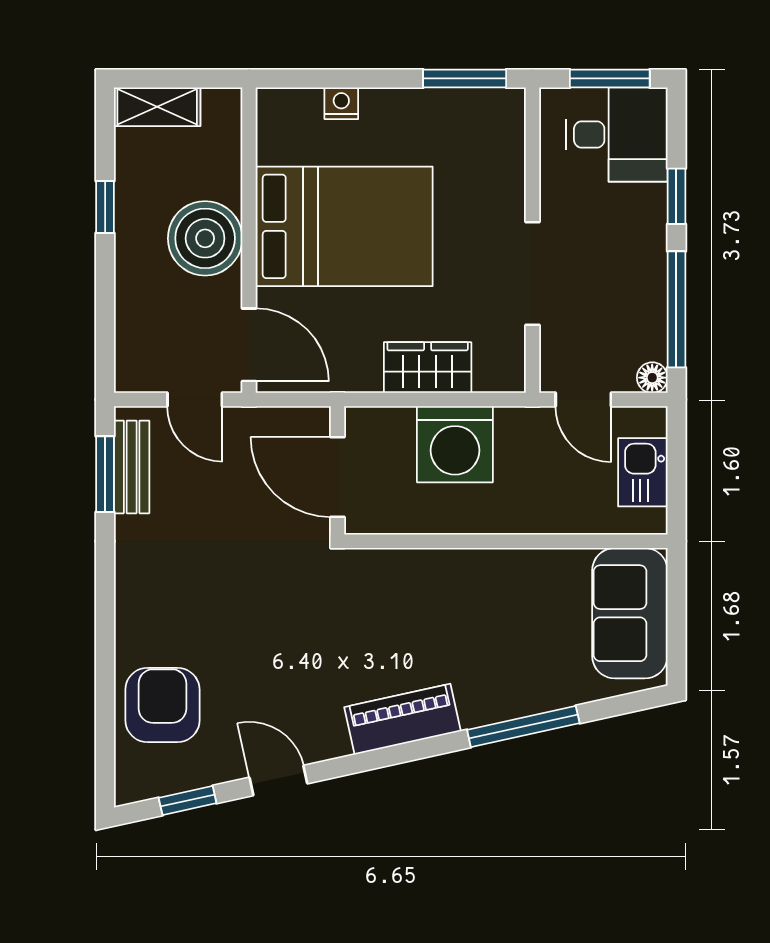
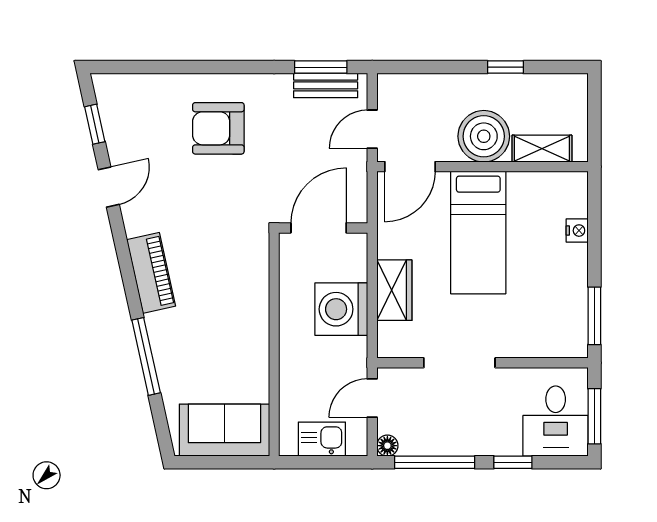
shelving: (157, 107) -> (542, 149), moved, turned 90
bed: (344, 226) -> (478, 233), width x0.67
armchair: (162, 705) -> (218, 128), moved, turned 180

